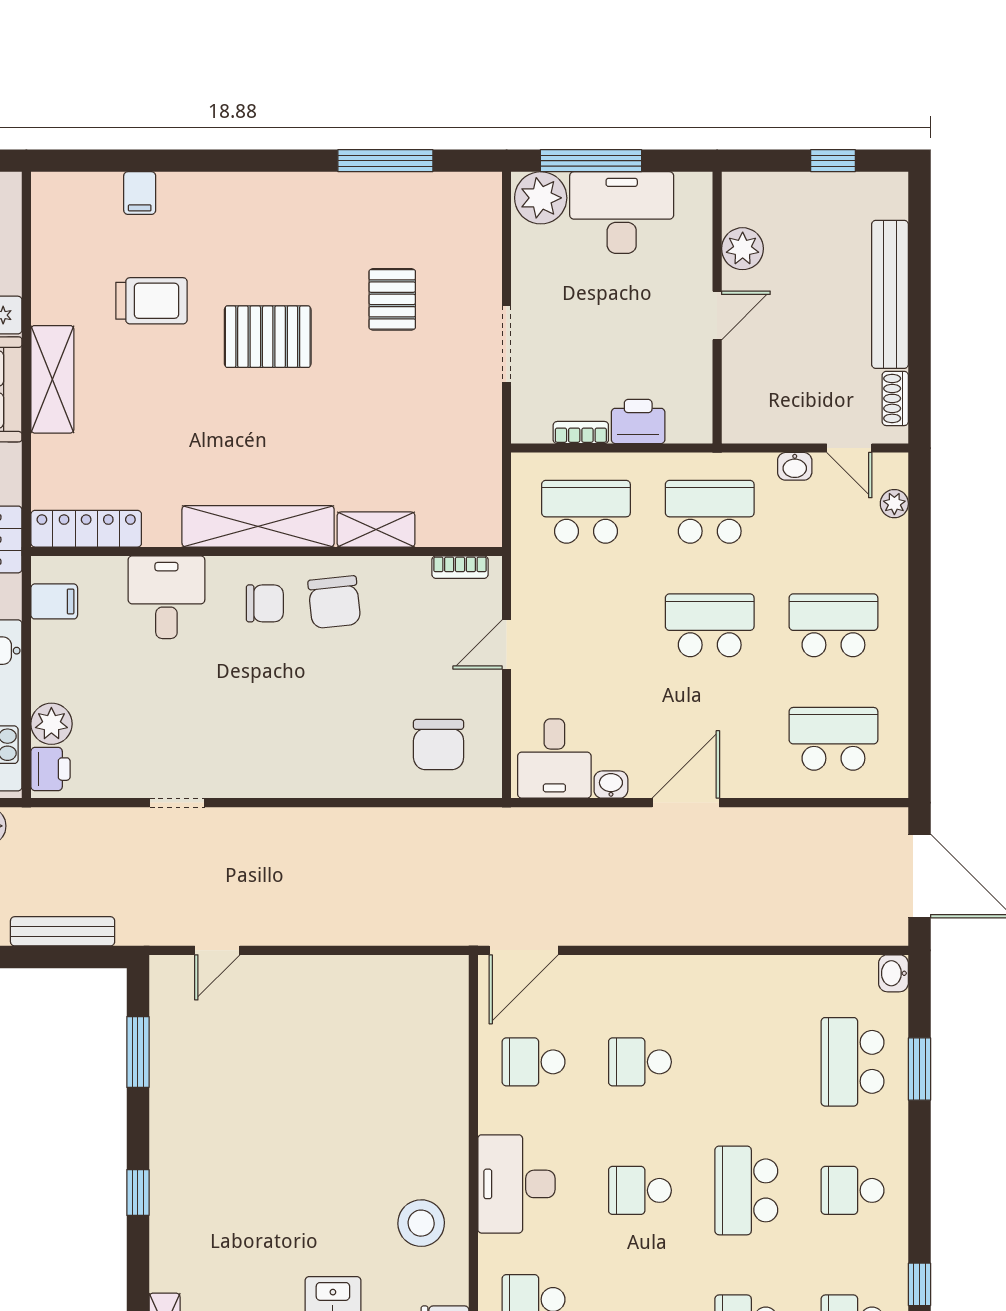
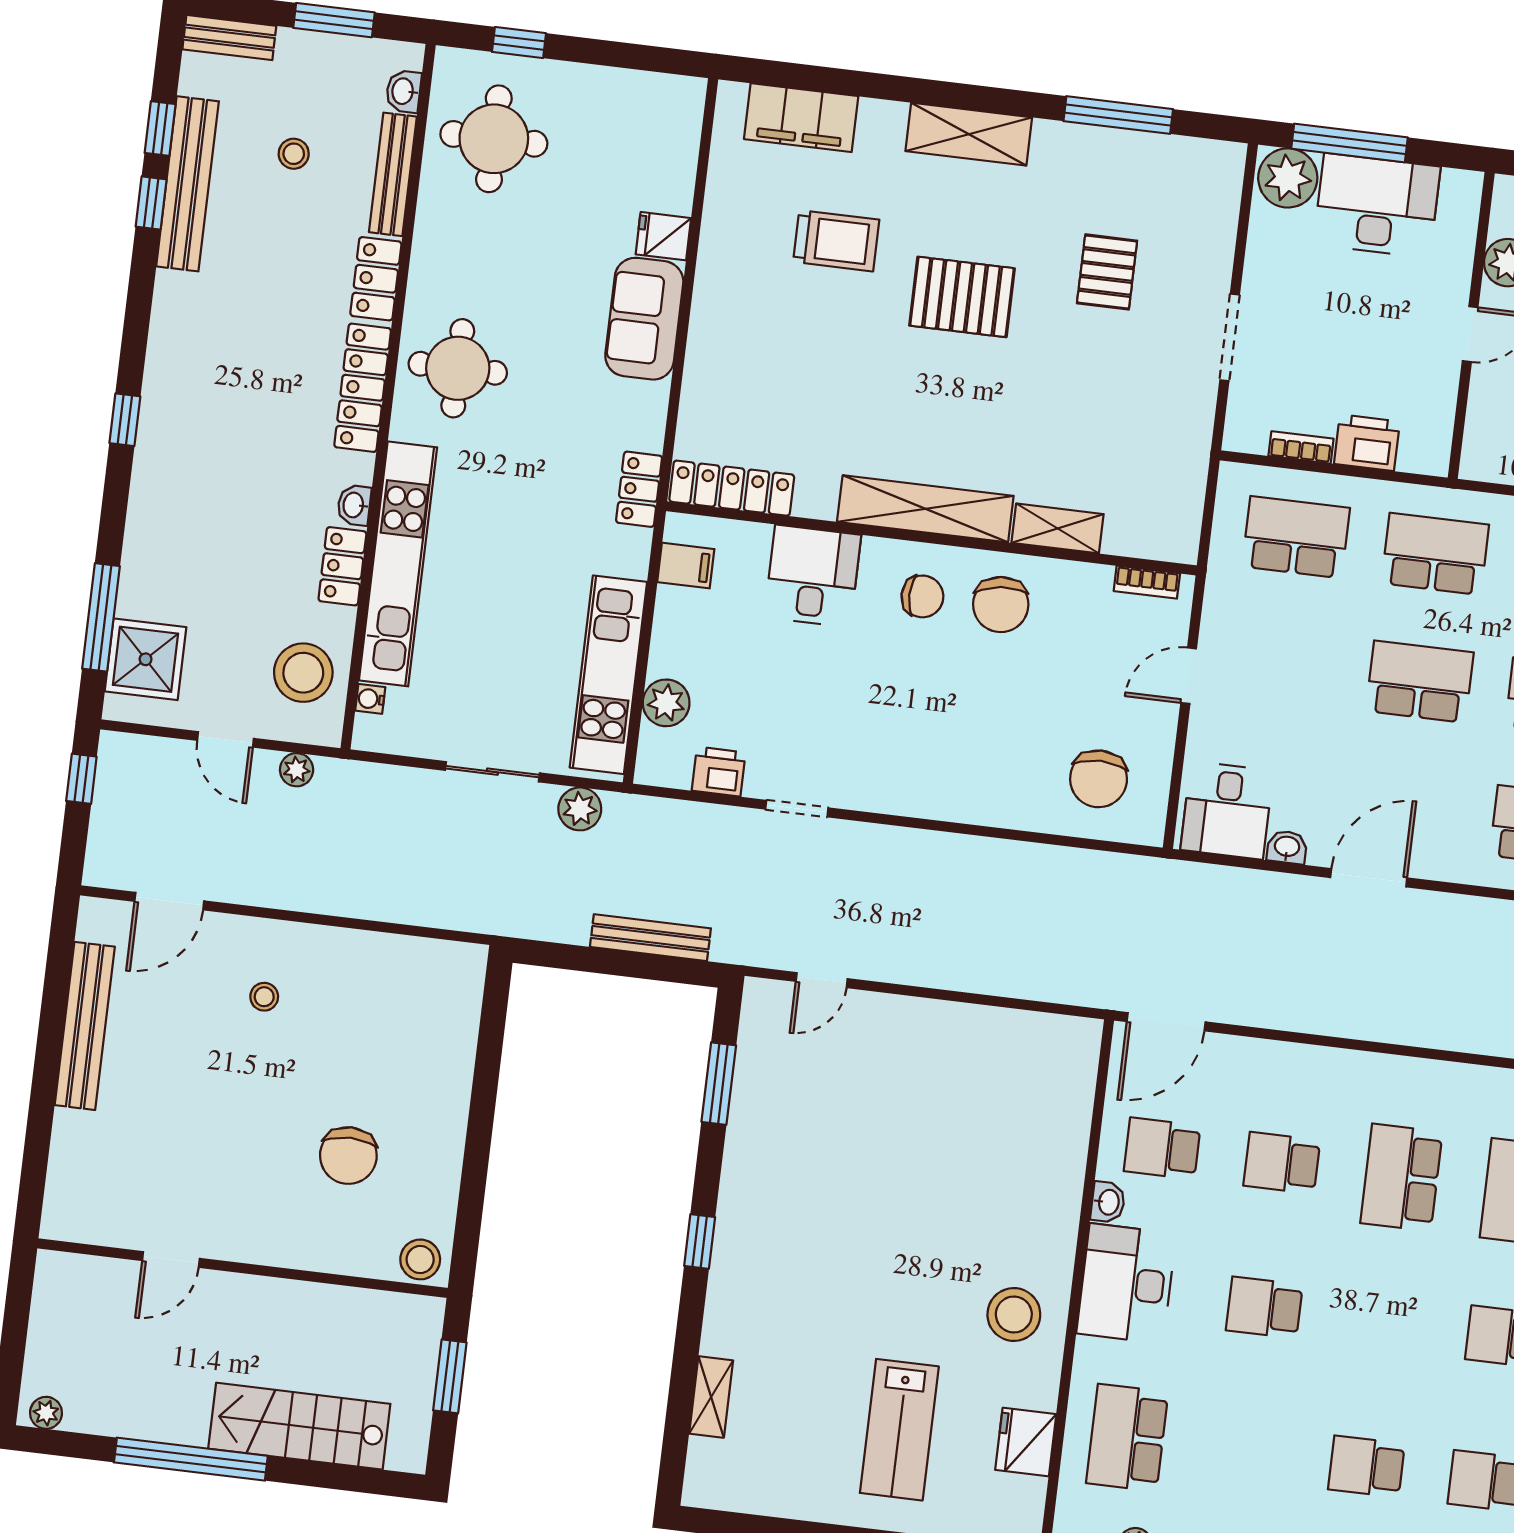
filing cabinet: (140, 193) -> (801, 118), width x3.00, depth x1.17
shelving: (52, 379) -> (969, 134), moved, turned 90
printer: (50, 769) -> (719, 772), moved, turned -90
washbasin: (492, 1115) -> (1108, 1202), added
school desk: (746, 1190) -> (1401, 1177), moved

